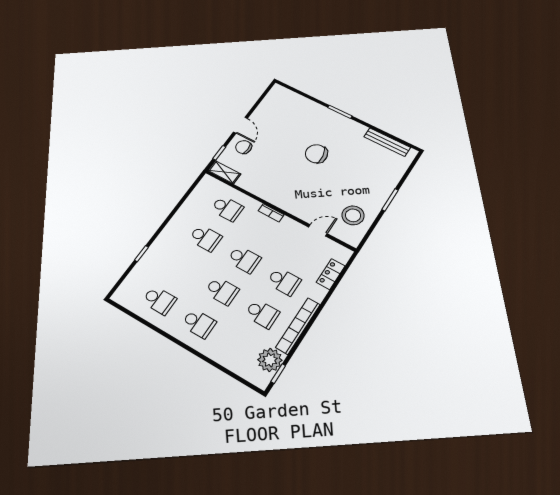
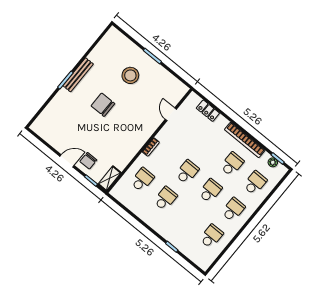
bench: (387, 142) -> (78, 75), moved
chair: (317, 154) -> (103, 105), turned 99
stool: (353, 215) -> (130, 75), moved
school desk: (284, 281) -> (255, 183), moved
plant: (270, 360) -> (273, 162), width x0.53, depth x0.53

